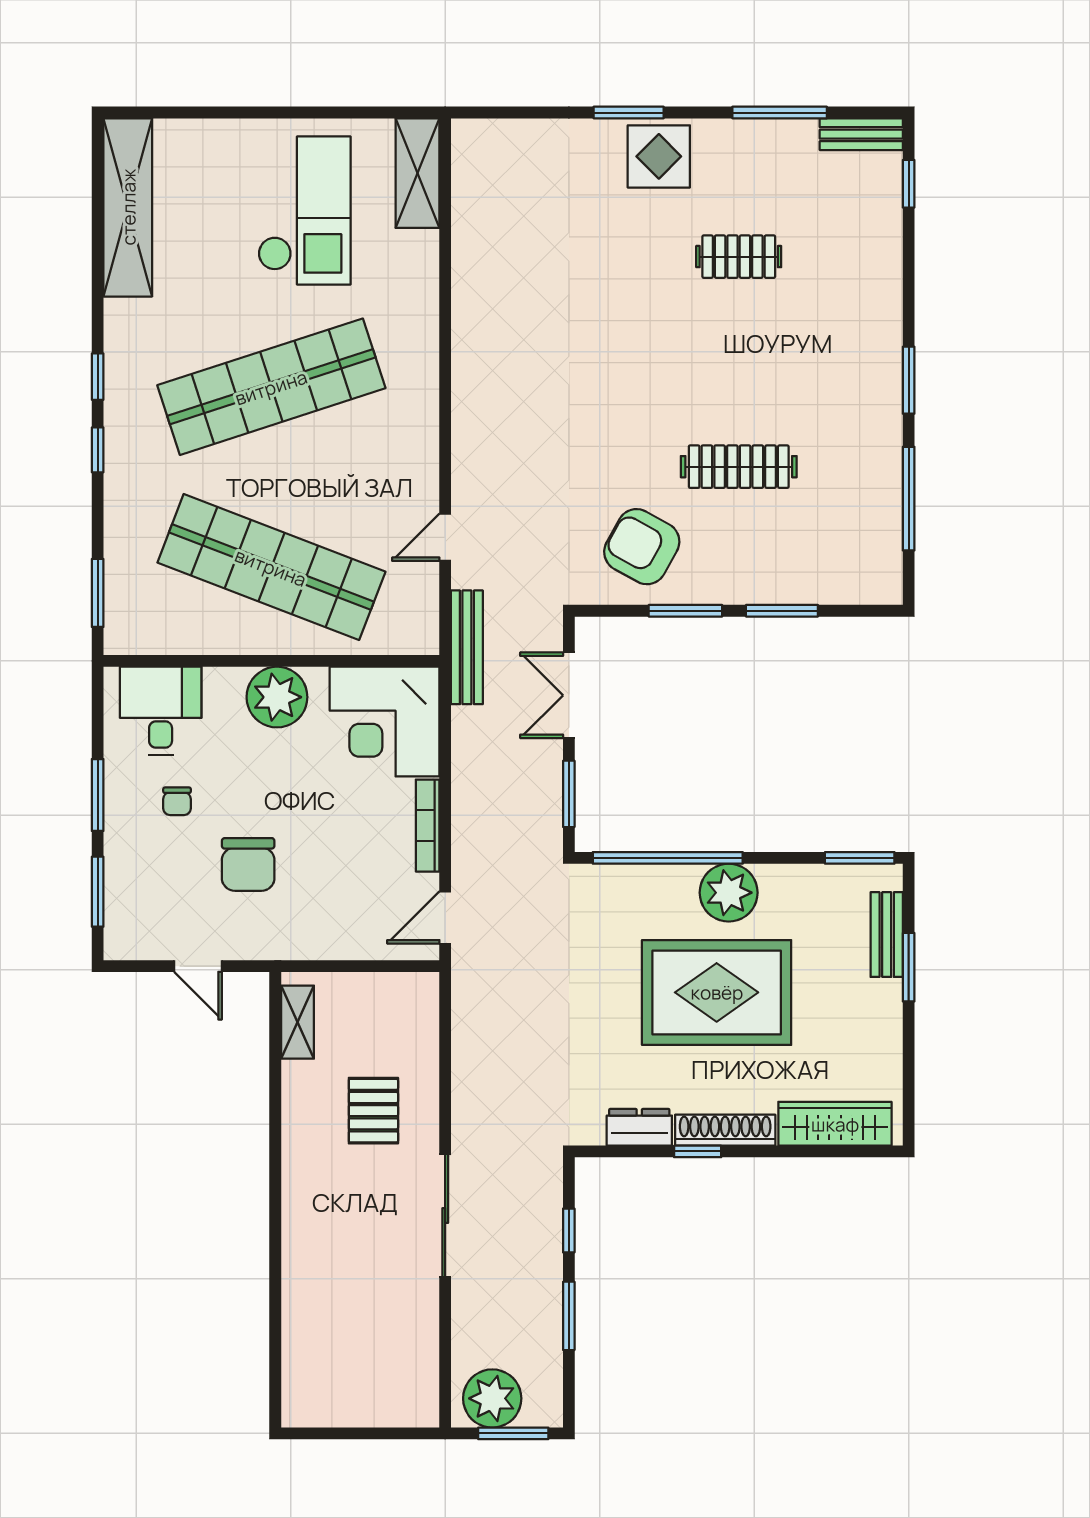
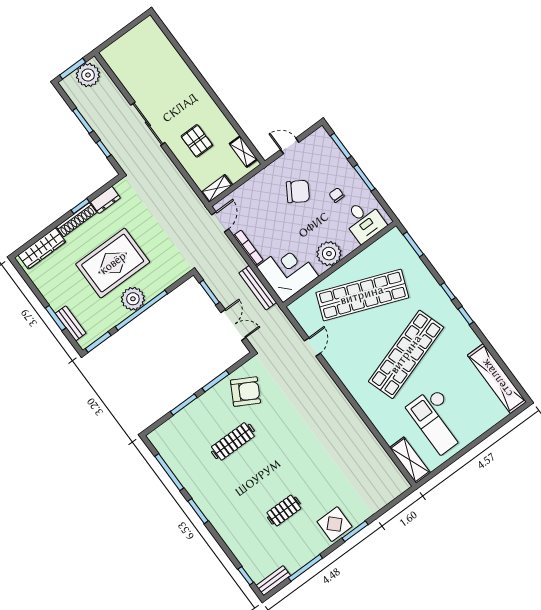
bench: (467, 647) -> (258, 288), moved
window: (668, 858) -> (141, 310), moved
chair: (248, 864) -> (298, 192), turned 122
shelving: (403, 988) -> (217, 188), added

